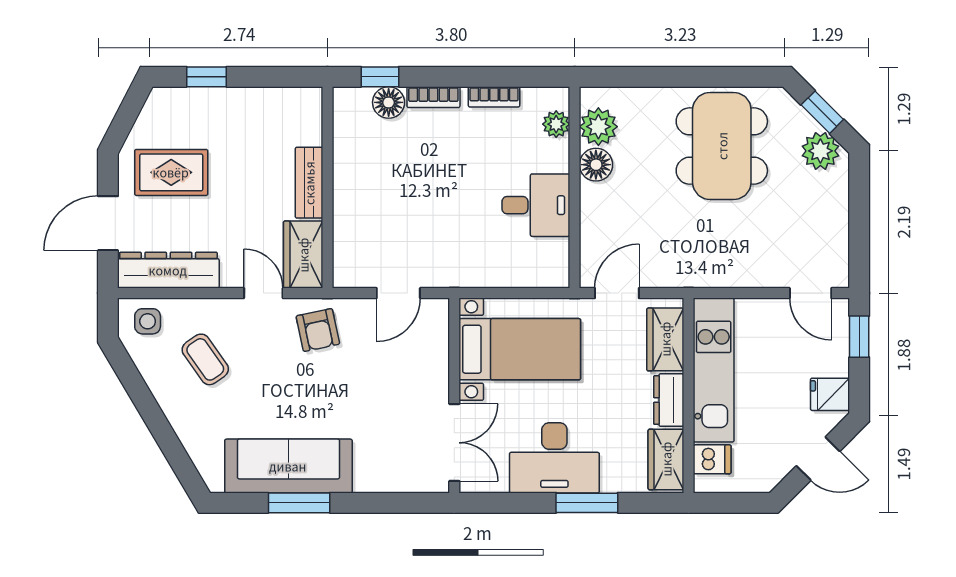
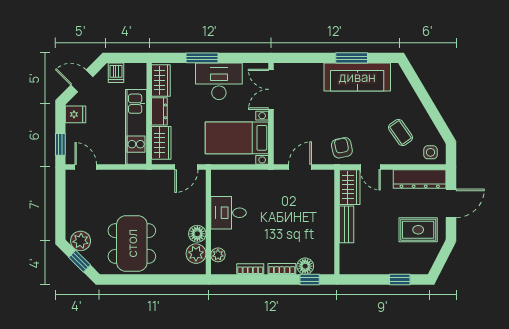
dishwasher: (712, 459) -> (116, 73), moved, turned -90

